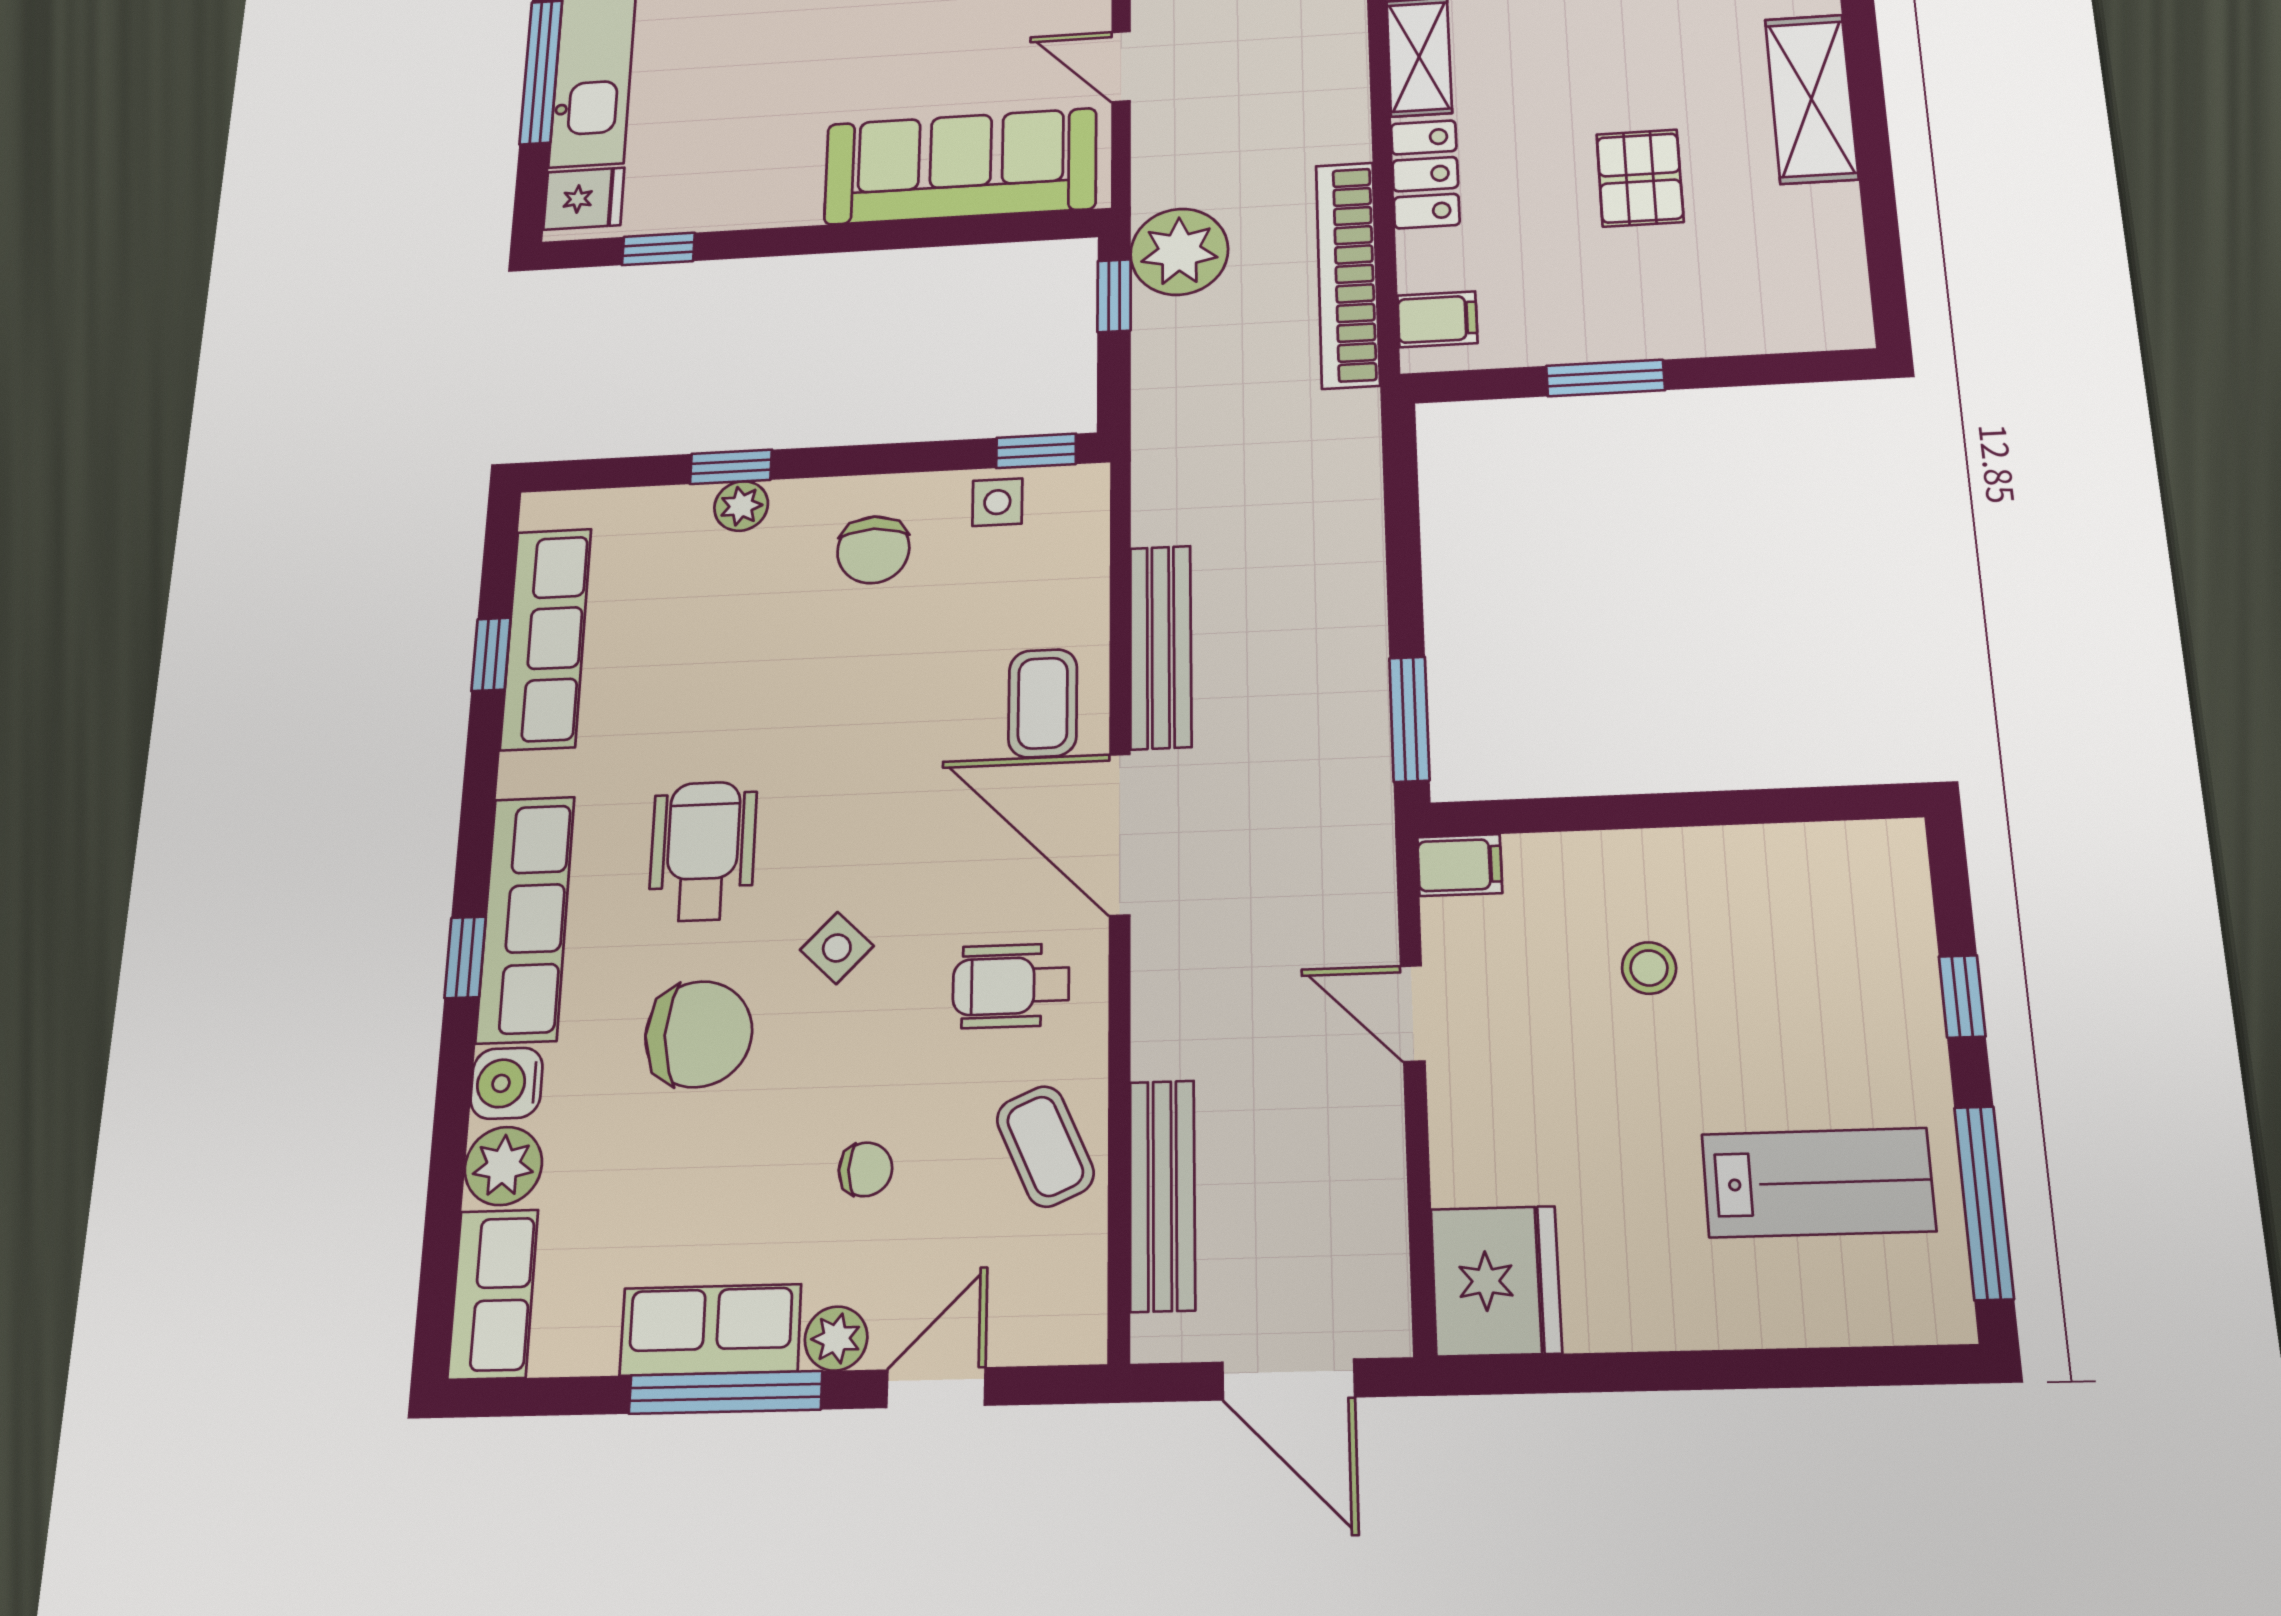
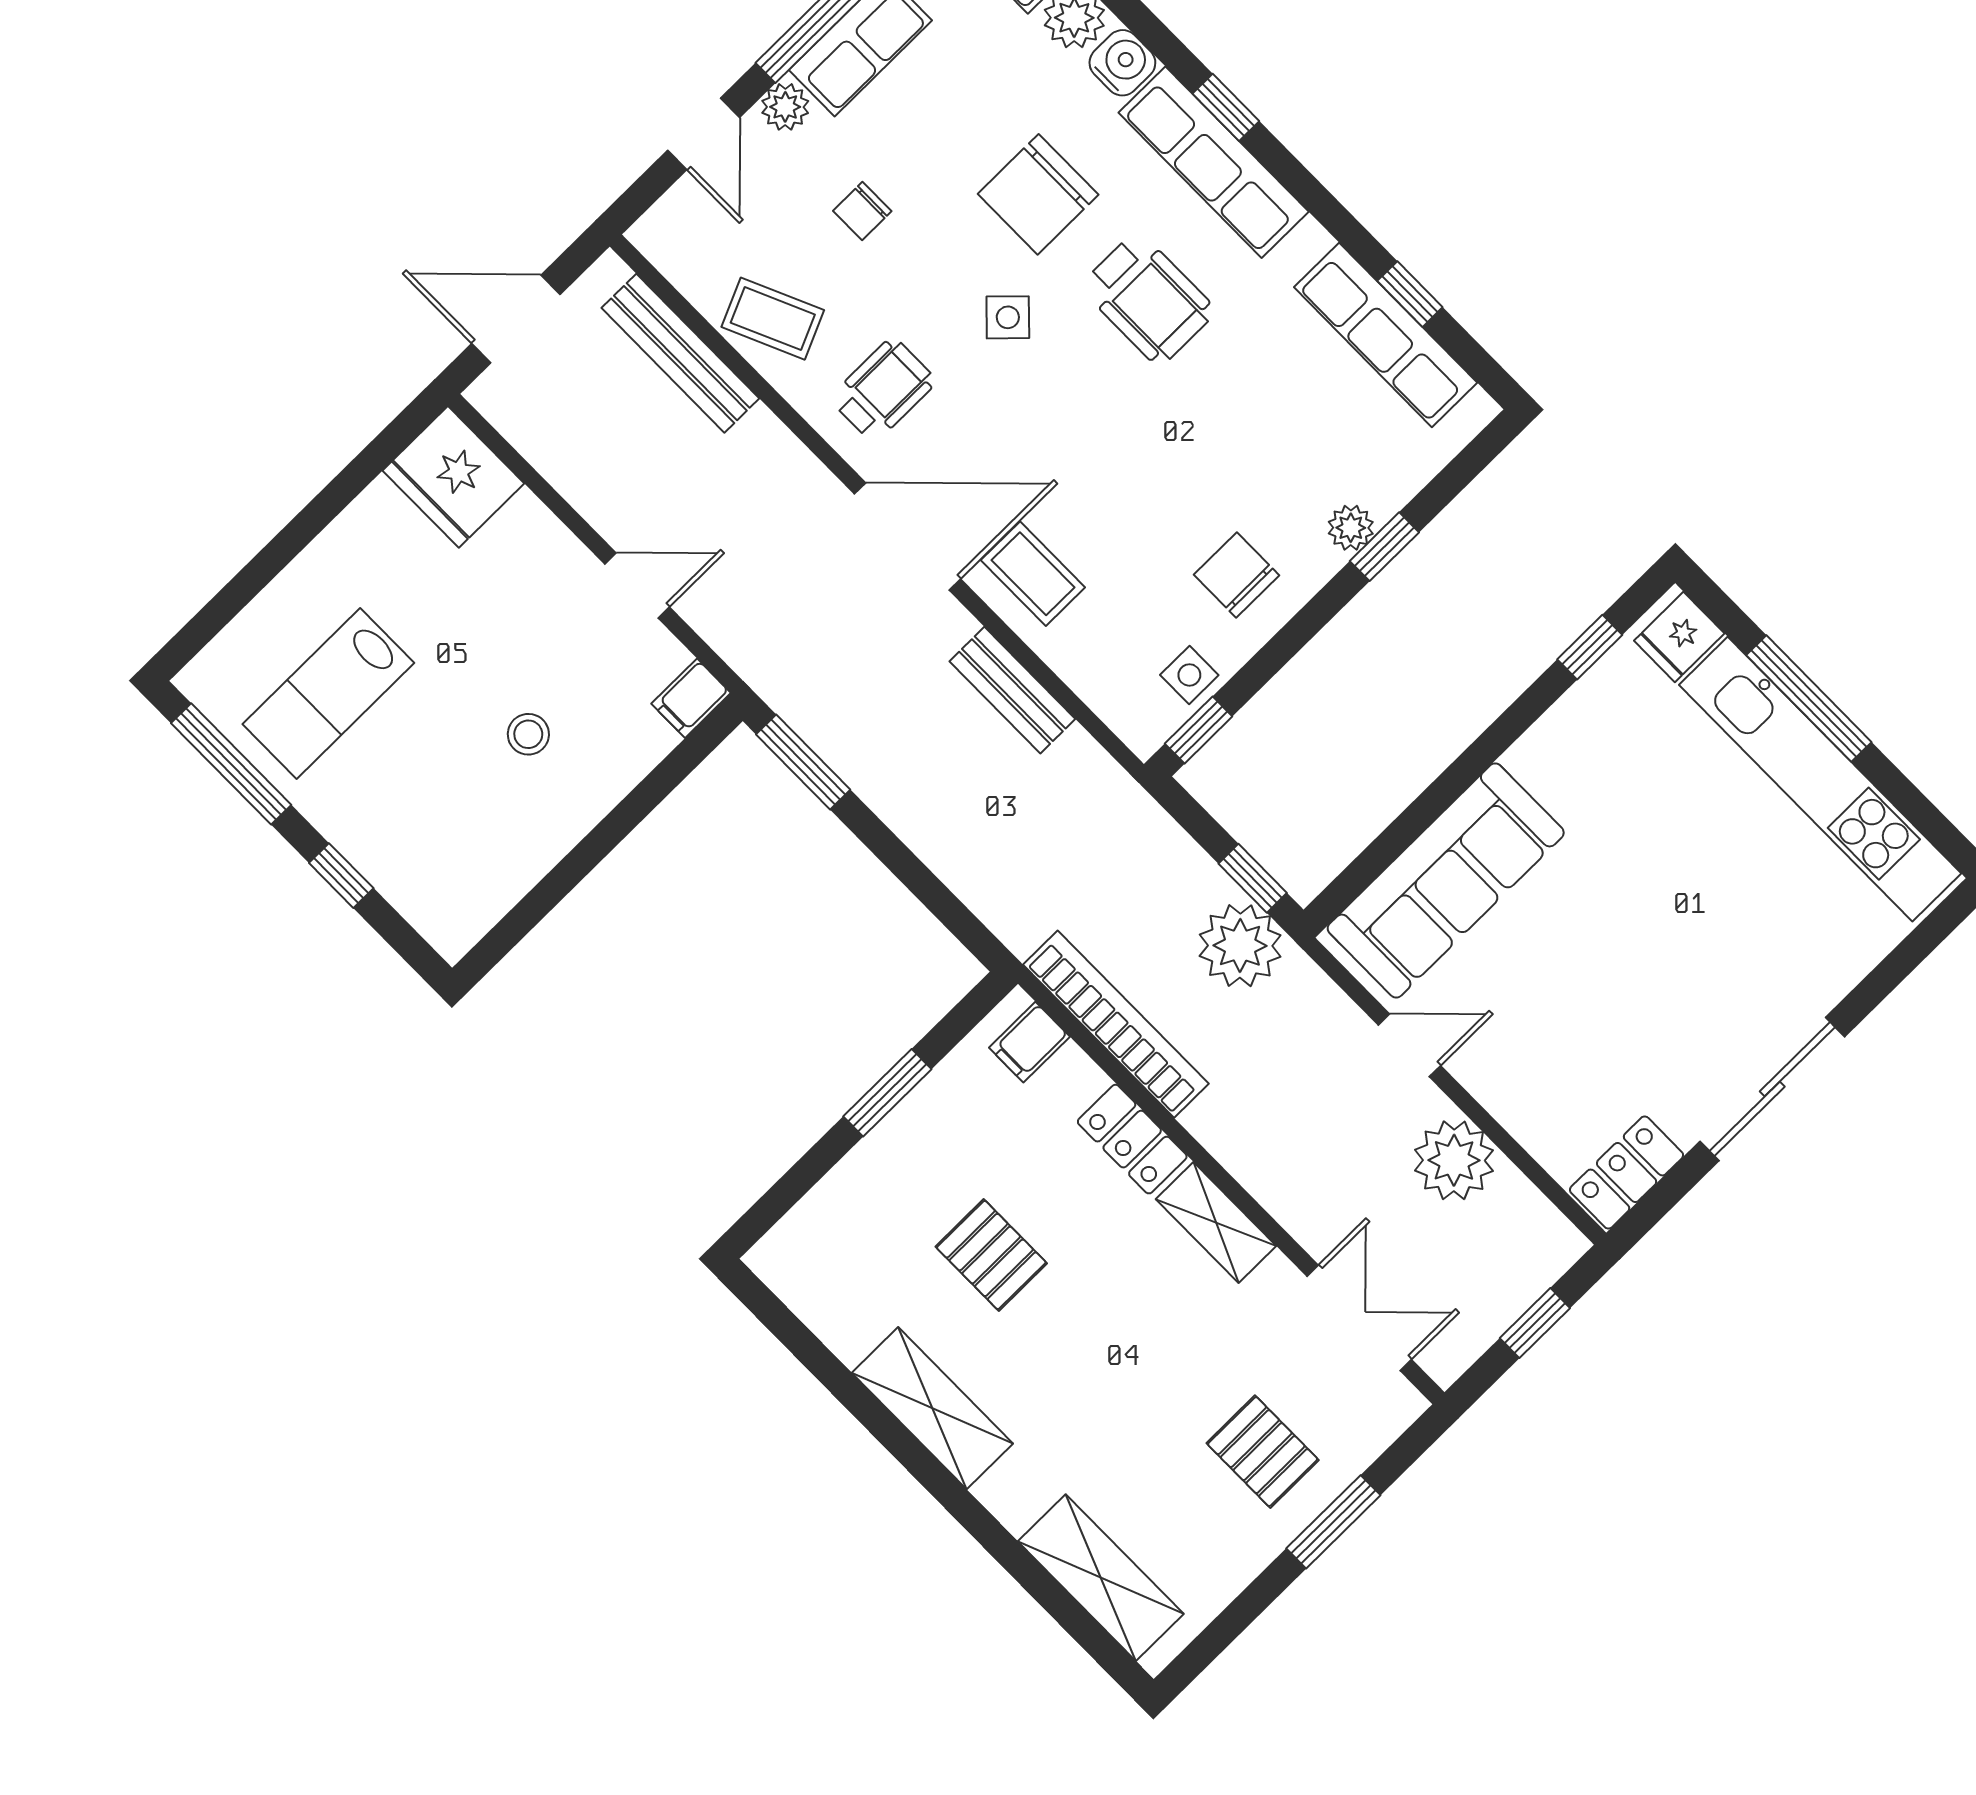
bench: (1161, 647) -> (1012, 690), width x0.73

